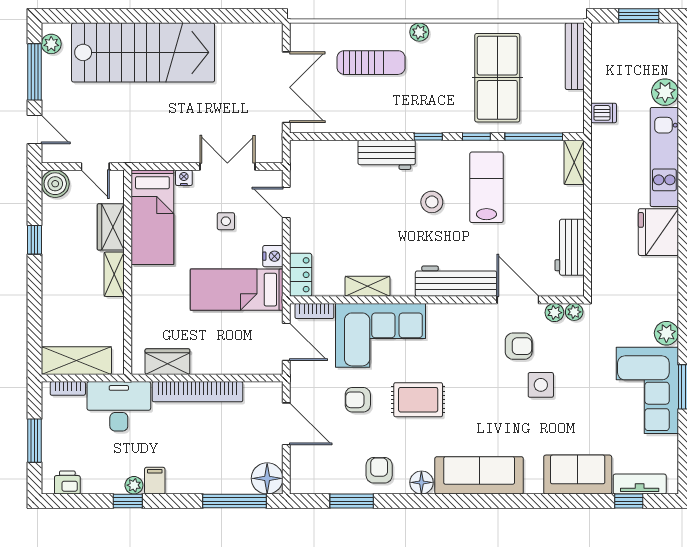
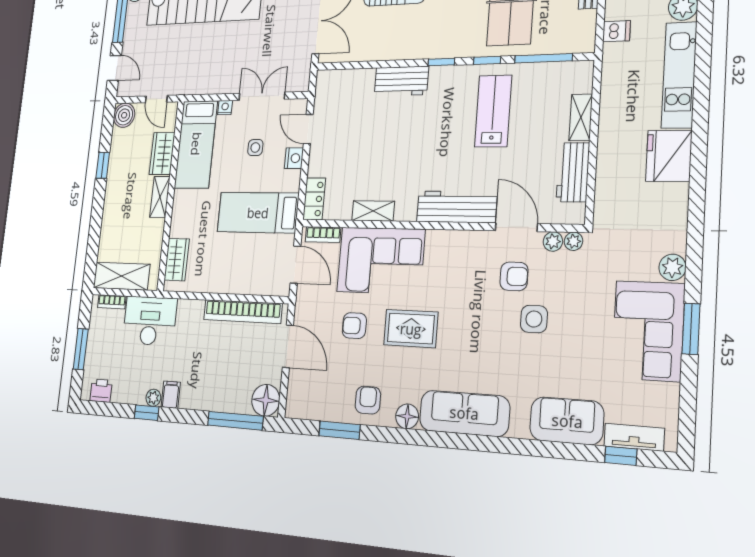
shelving: (574, 162) -> (581, 117), moved
stool: (432, 202) -> (440, 127), removed
nightstand: (273, 256) -> (294, 158), moved
wardrobe: (167, 362) -> (177, 260), moved, turned 90
bookcase: (198, 392) -> (243, 312), moved

